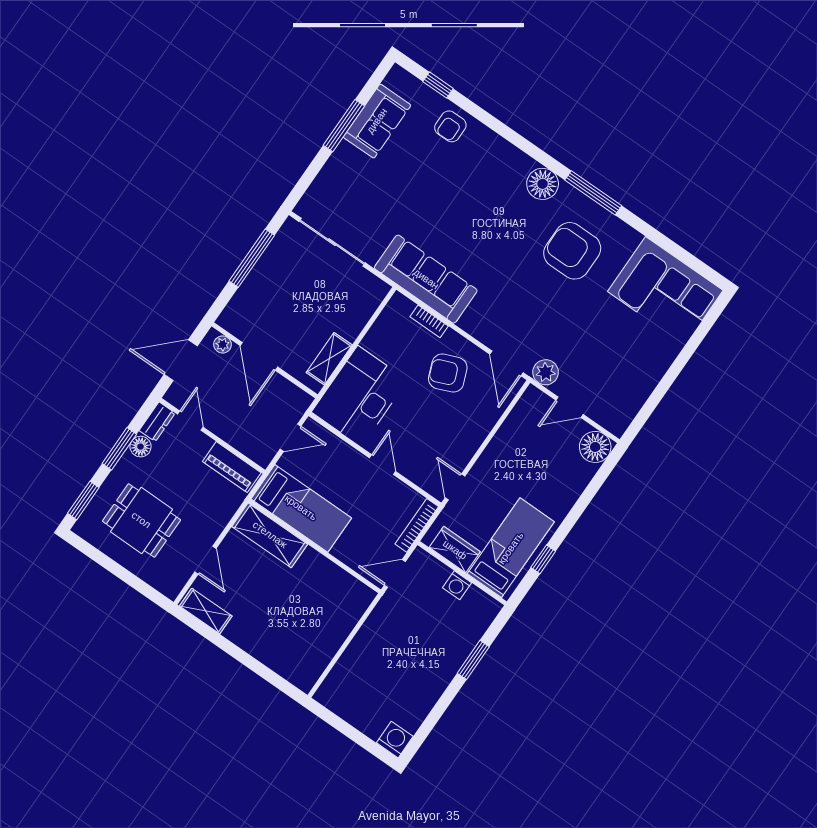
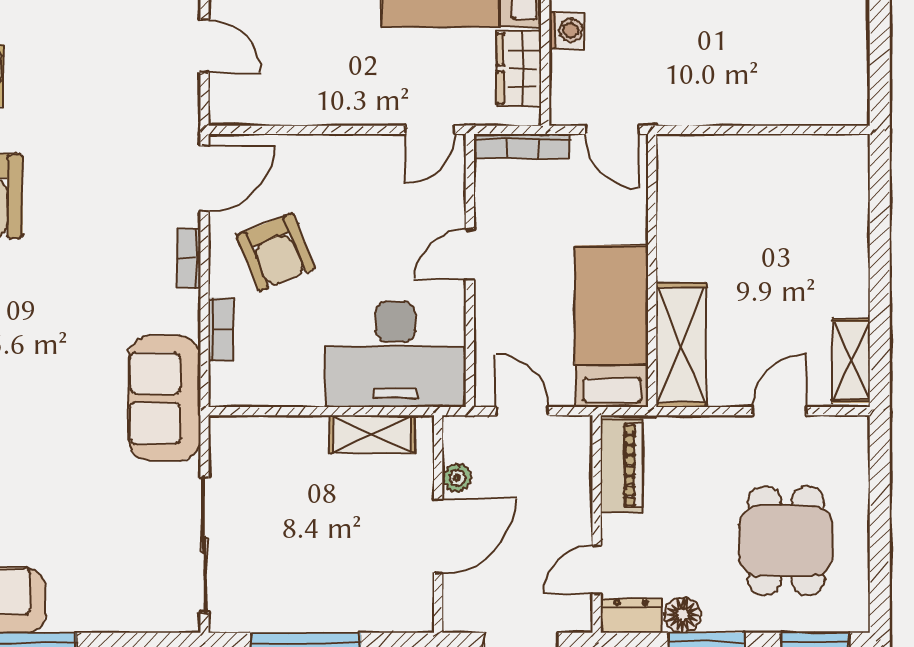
sofa: (426, 279) -> (165, 398), width x0.73
bookcase: (474, 329) -> (189, 258), added
plant: (223, 344) -> (457, 478), moved
plant: (546, 372) -> (179, 114), removed

